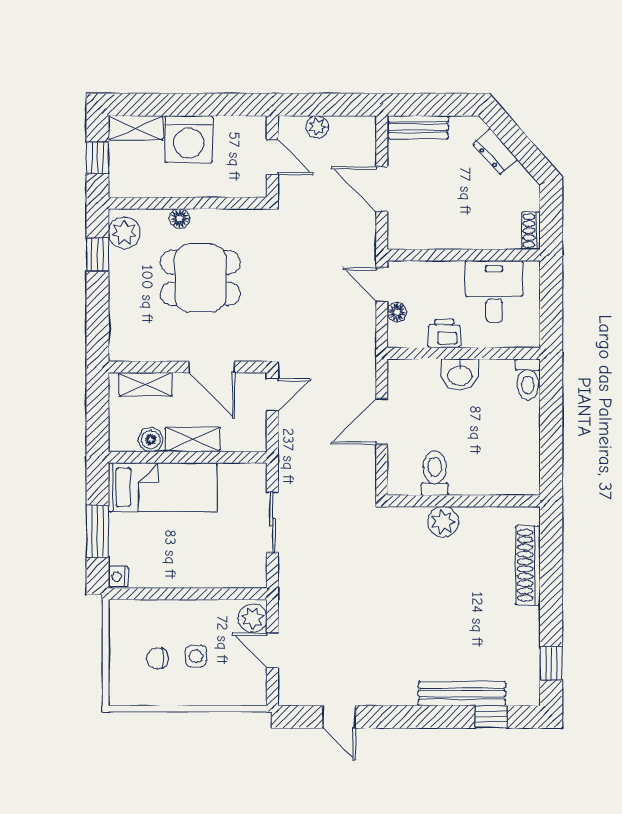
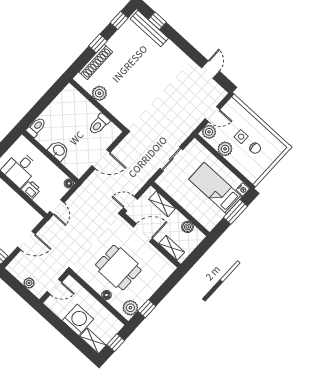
door: (272, 157) -> (54, 287), swing flipped
door: (382, 189) -> (26, 241), hinge flipped
floor lamp: (397, 312) -> (69, 183), moved
printer: (444, 334) -> (31, 190), moved, turned 180
door: (212, 367) -> (143, 233), hinge flipped
shelving: (192, 439) -> (162, 204), moved
bed: (163, 487) -> (215, 188), moved
plant: (443, 522) -> (99, 93), moved
window: (551, 597) -> (98, 43), added
plant: (204, 614) -> (225, 149), added
door: (272, 650) -> (212, 114), hinge flipped
bench: (462, 694) -> (149, 29), moved

